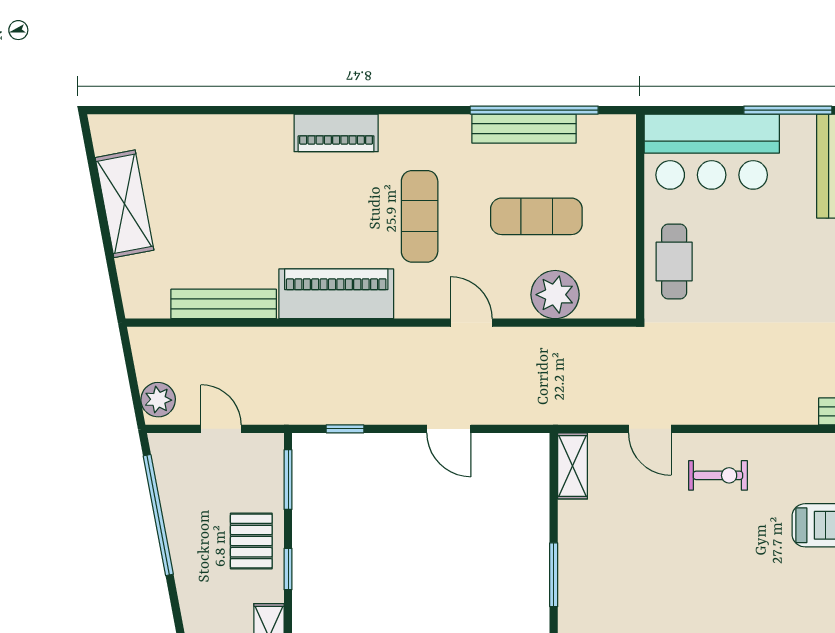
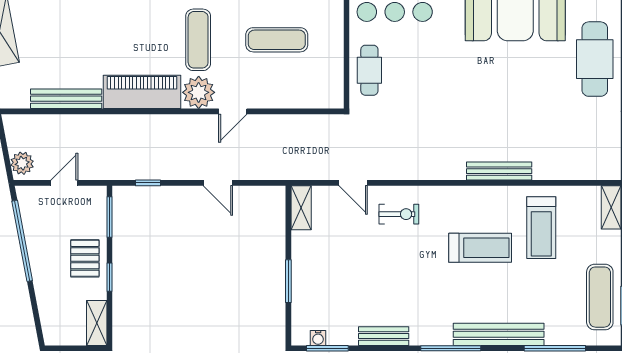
plant: (555, 295) -> (199, 92), moved
door: (471, 323) -> (233, 111), swing flipped
door: (221, 429) -> (64, 183), hinge flipped

